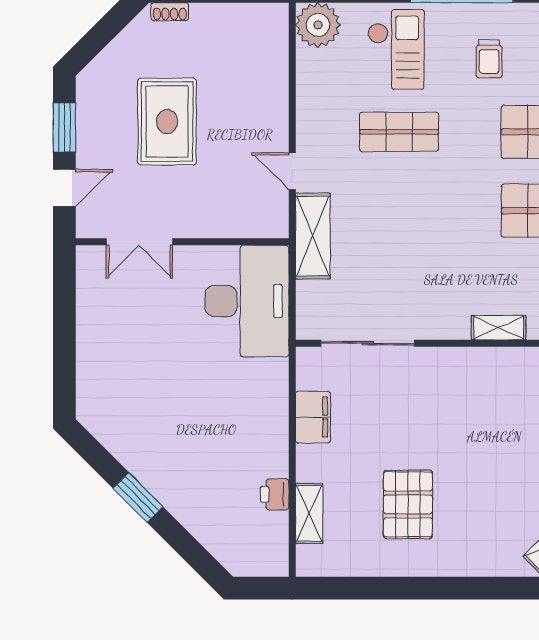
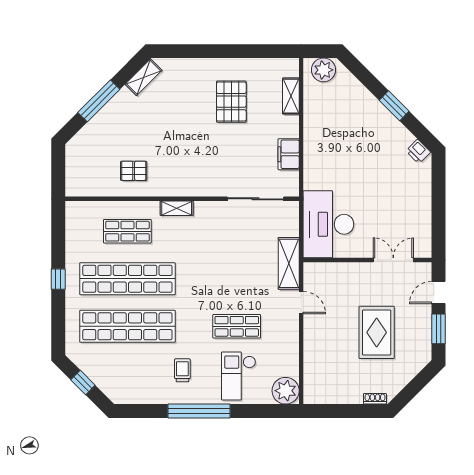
printer: (275, 494) -> (418, 152), moved, turned 135
plant: (255, 557) -> (324, 70), added

